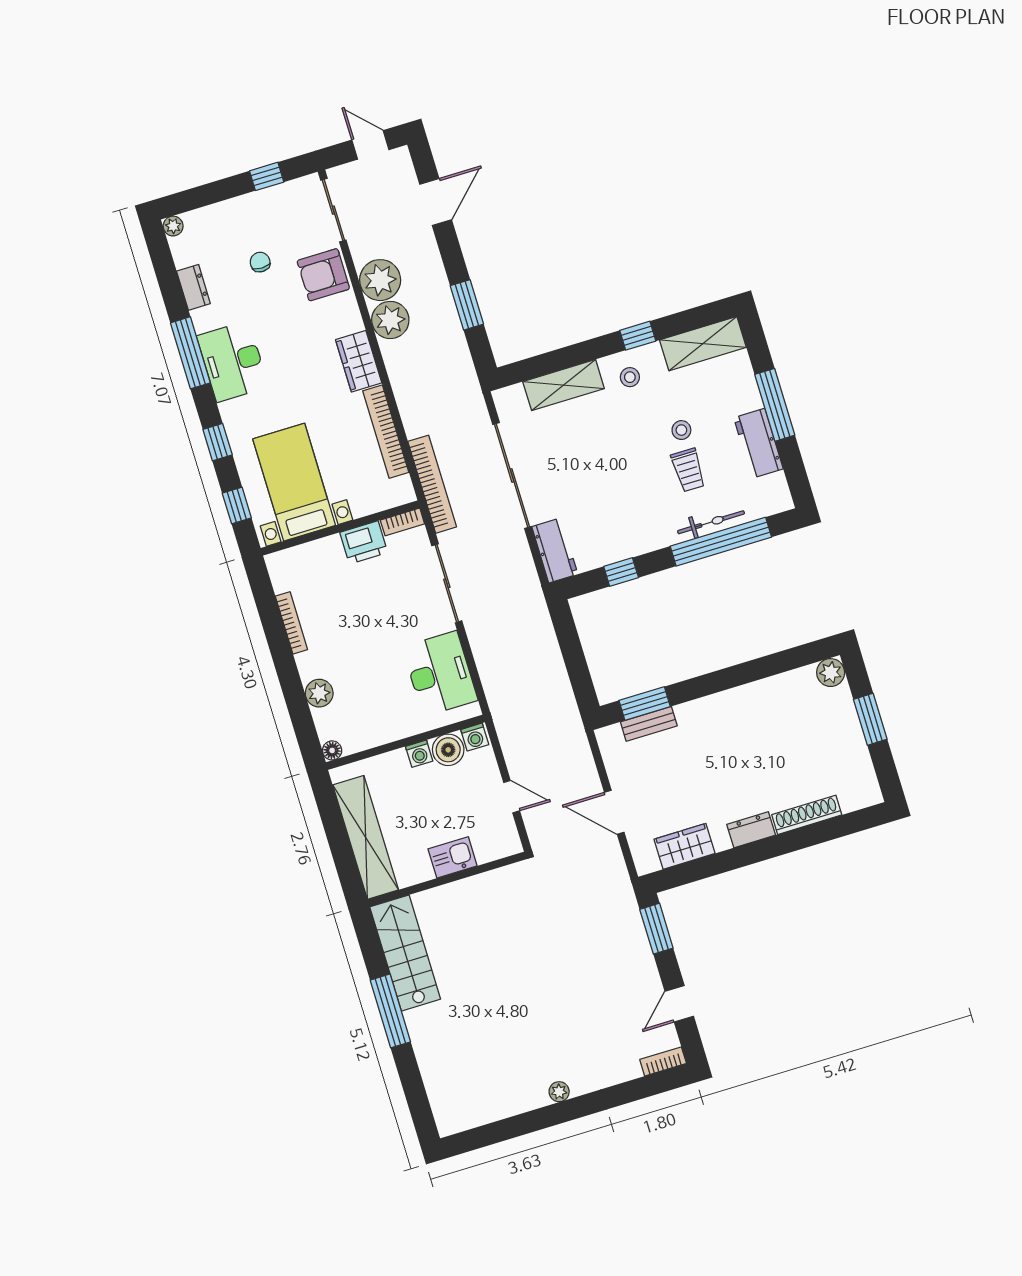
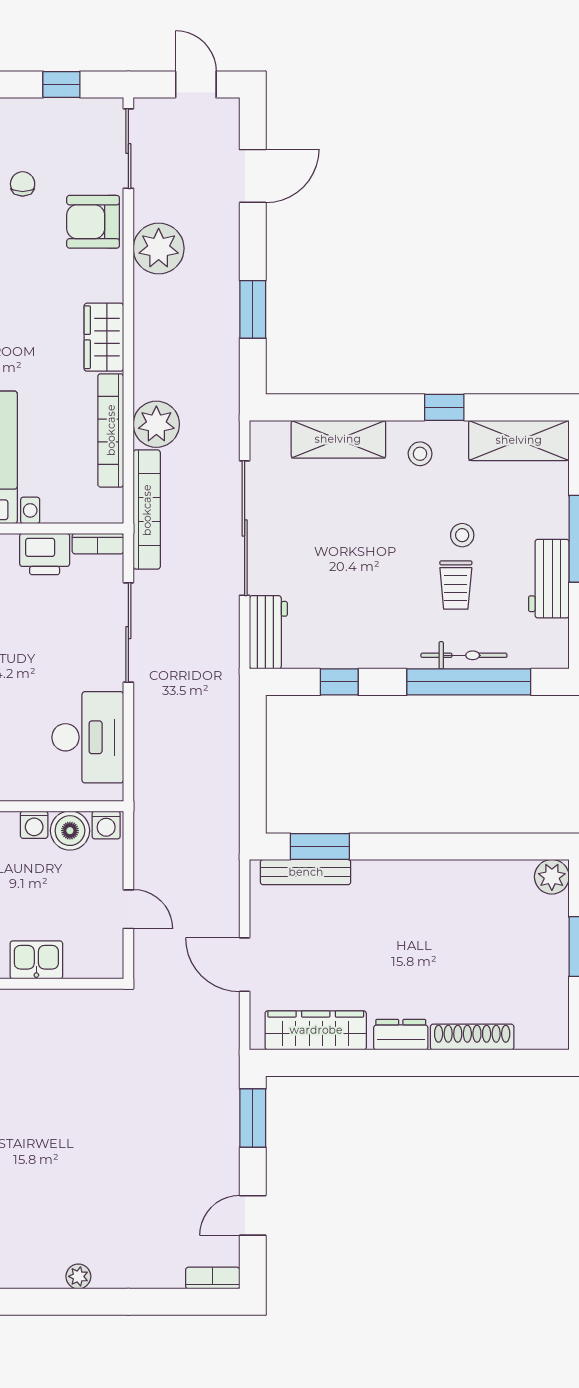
plant: (390, 320) -> (156, 424), moved
bench: (649, 724) -> (306, 872), width x1.36
wardrobe: (684, 846) -> (316, 1030), width x1.50

